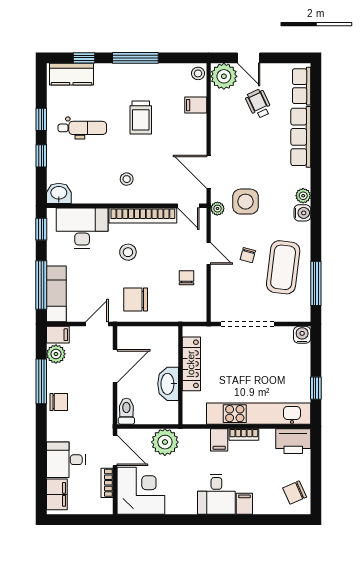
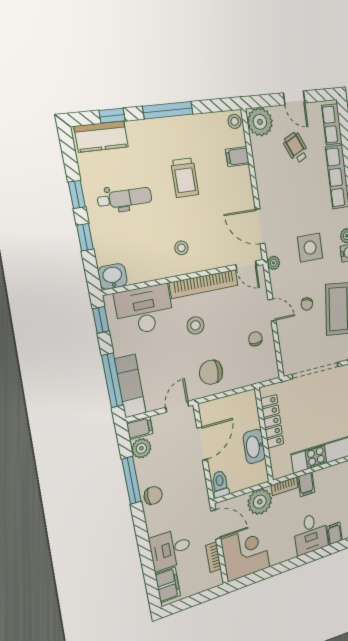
door: (249, 58) -> (294, 98), moved
side table: (246, 202) -> (310, 248), moved
bookcase: (244, 434) -> (285, 486), moved

